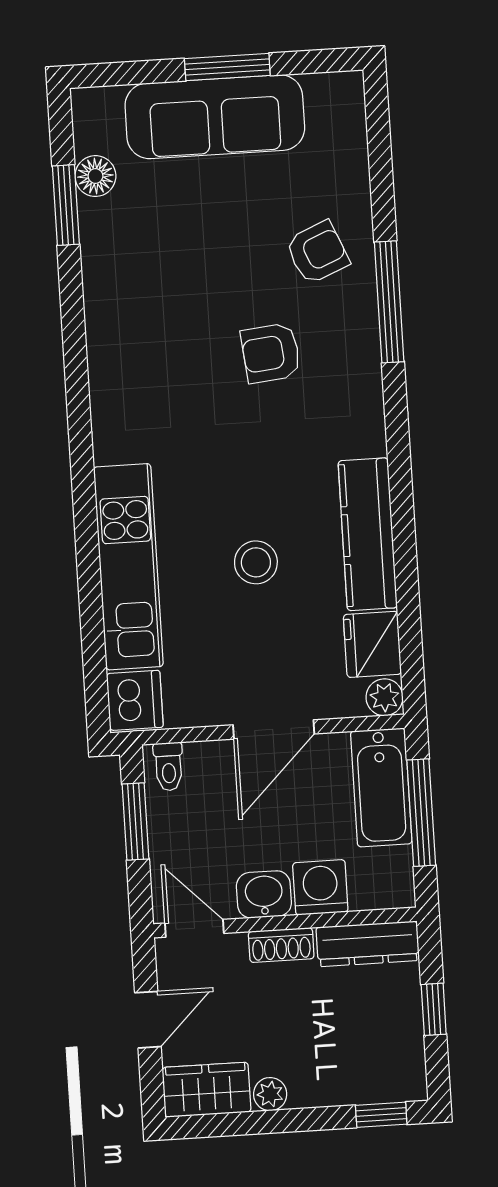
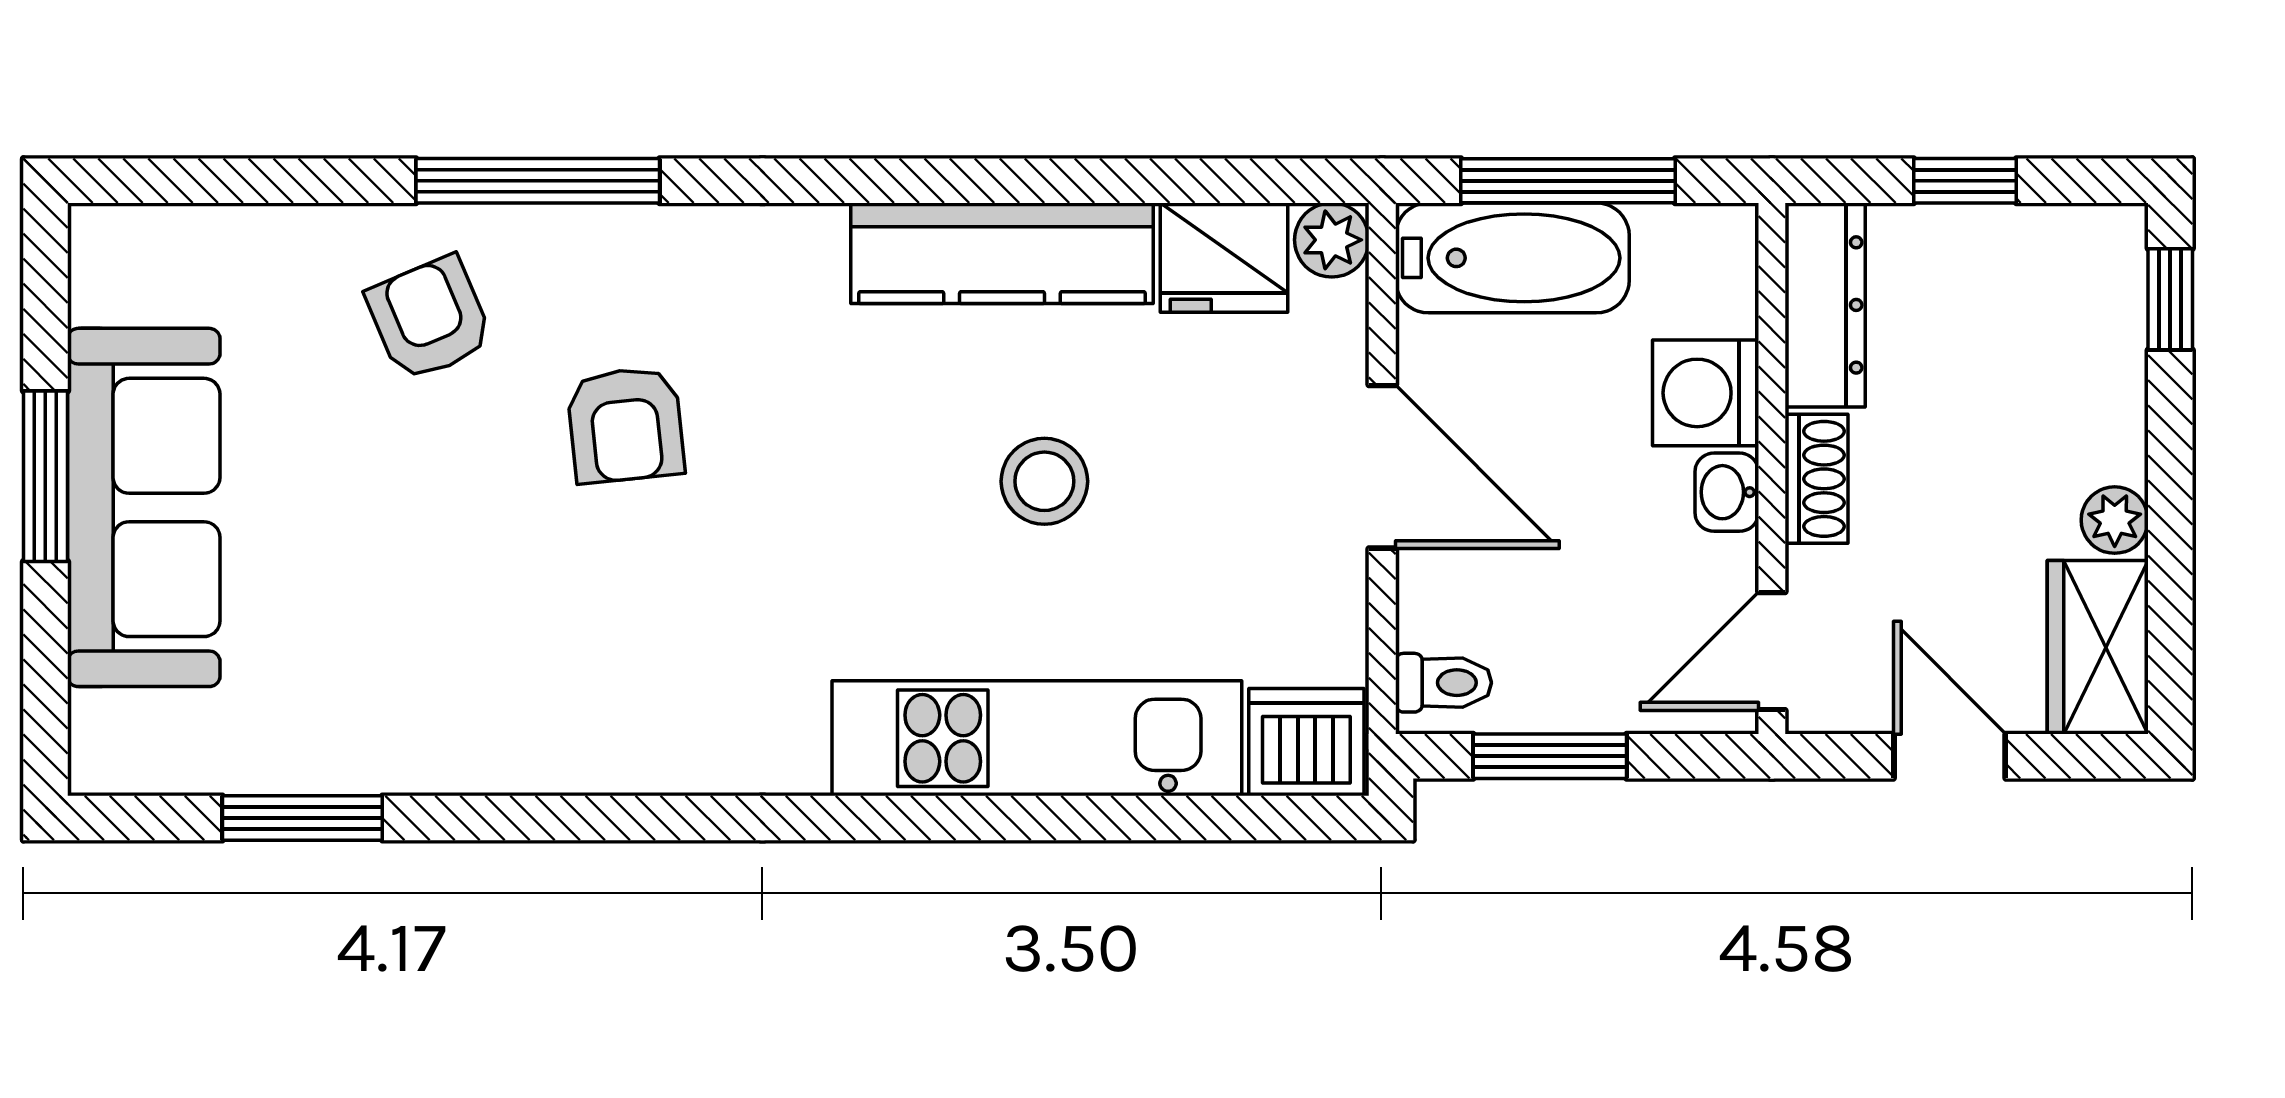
floor lamp: (95, 176) -> (248, 755), removed
washbasin: (264, 894) -> (1727, 492), width x0.72, depth x0.69

